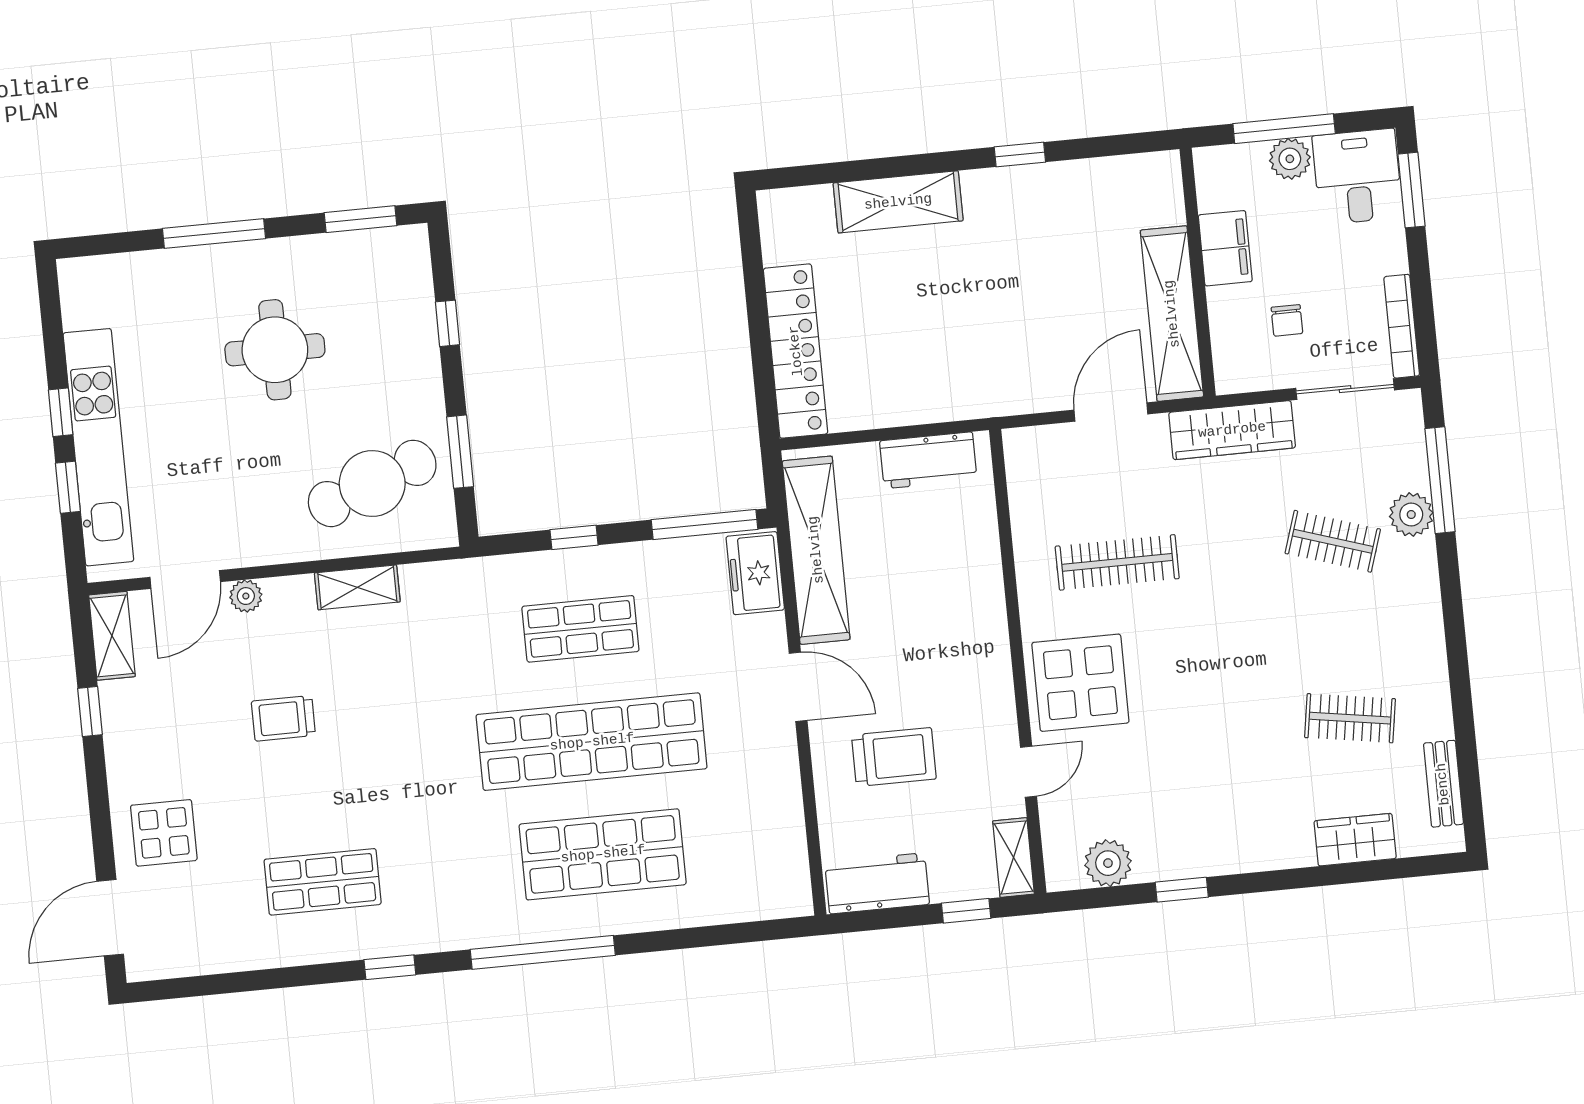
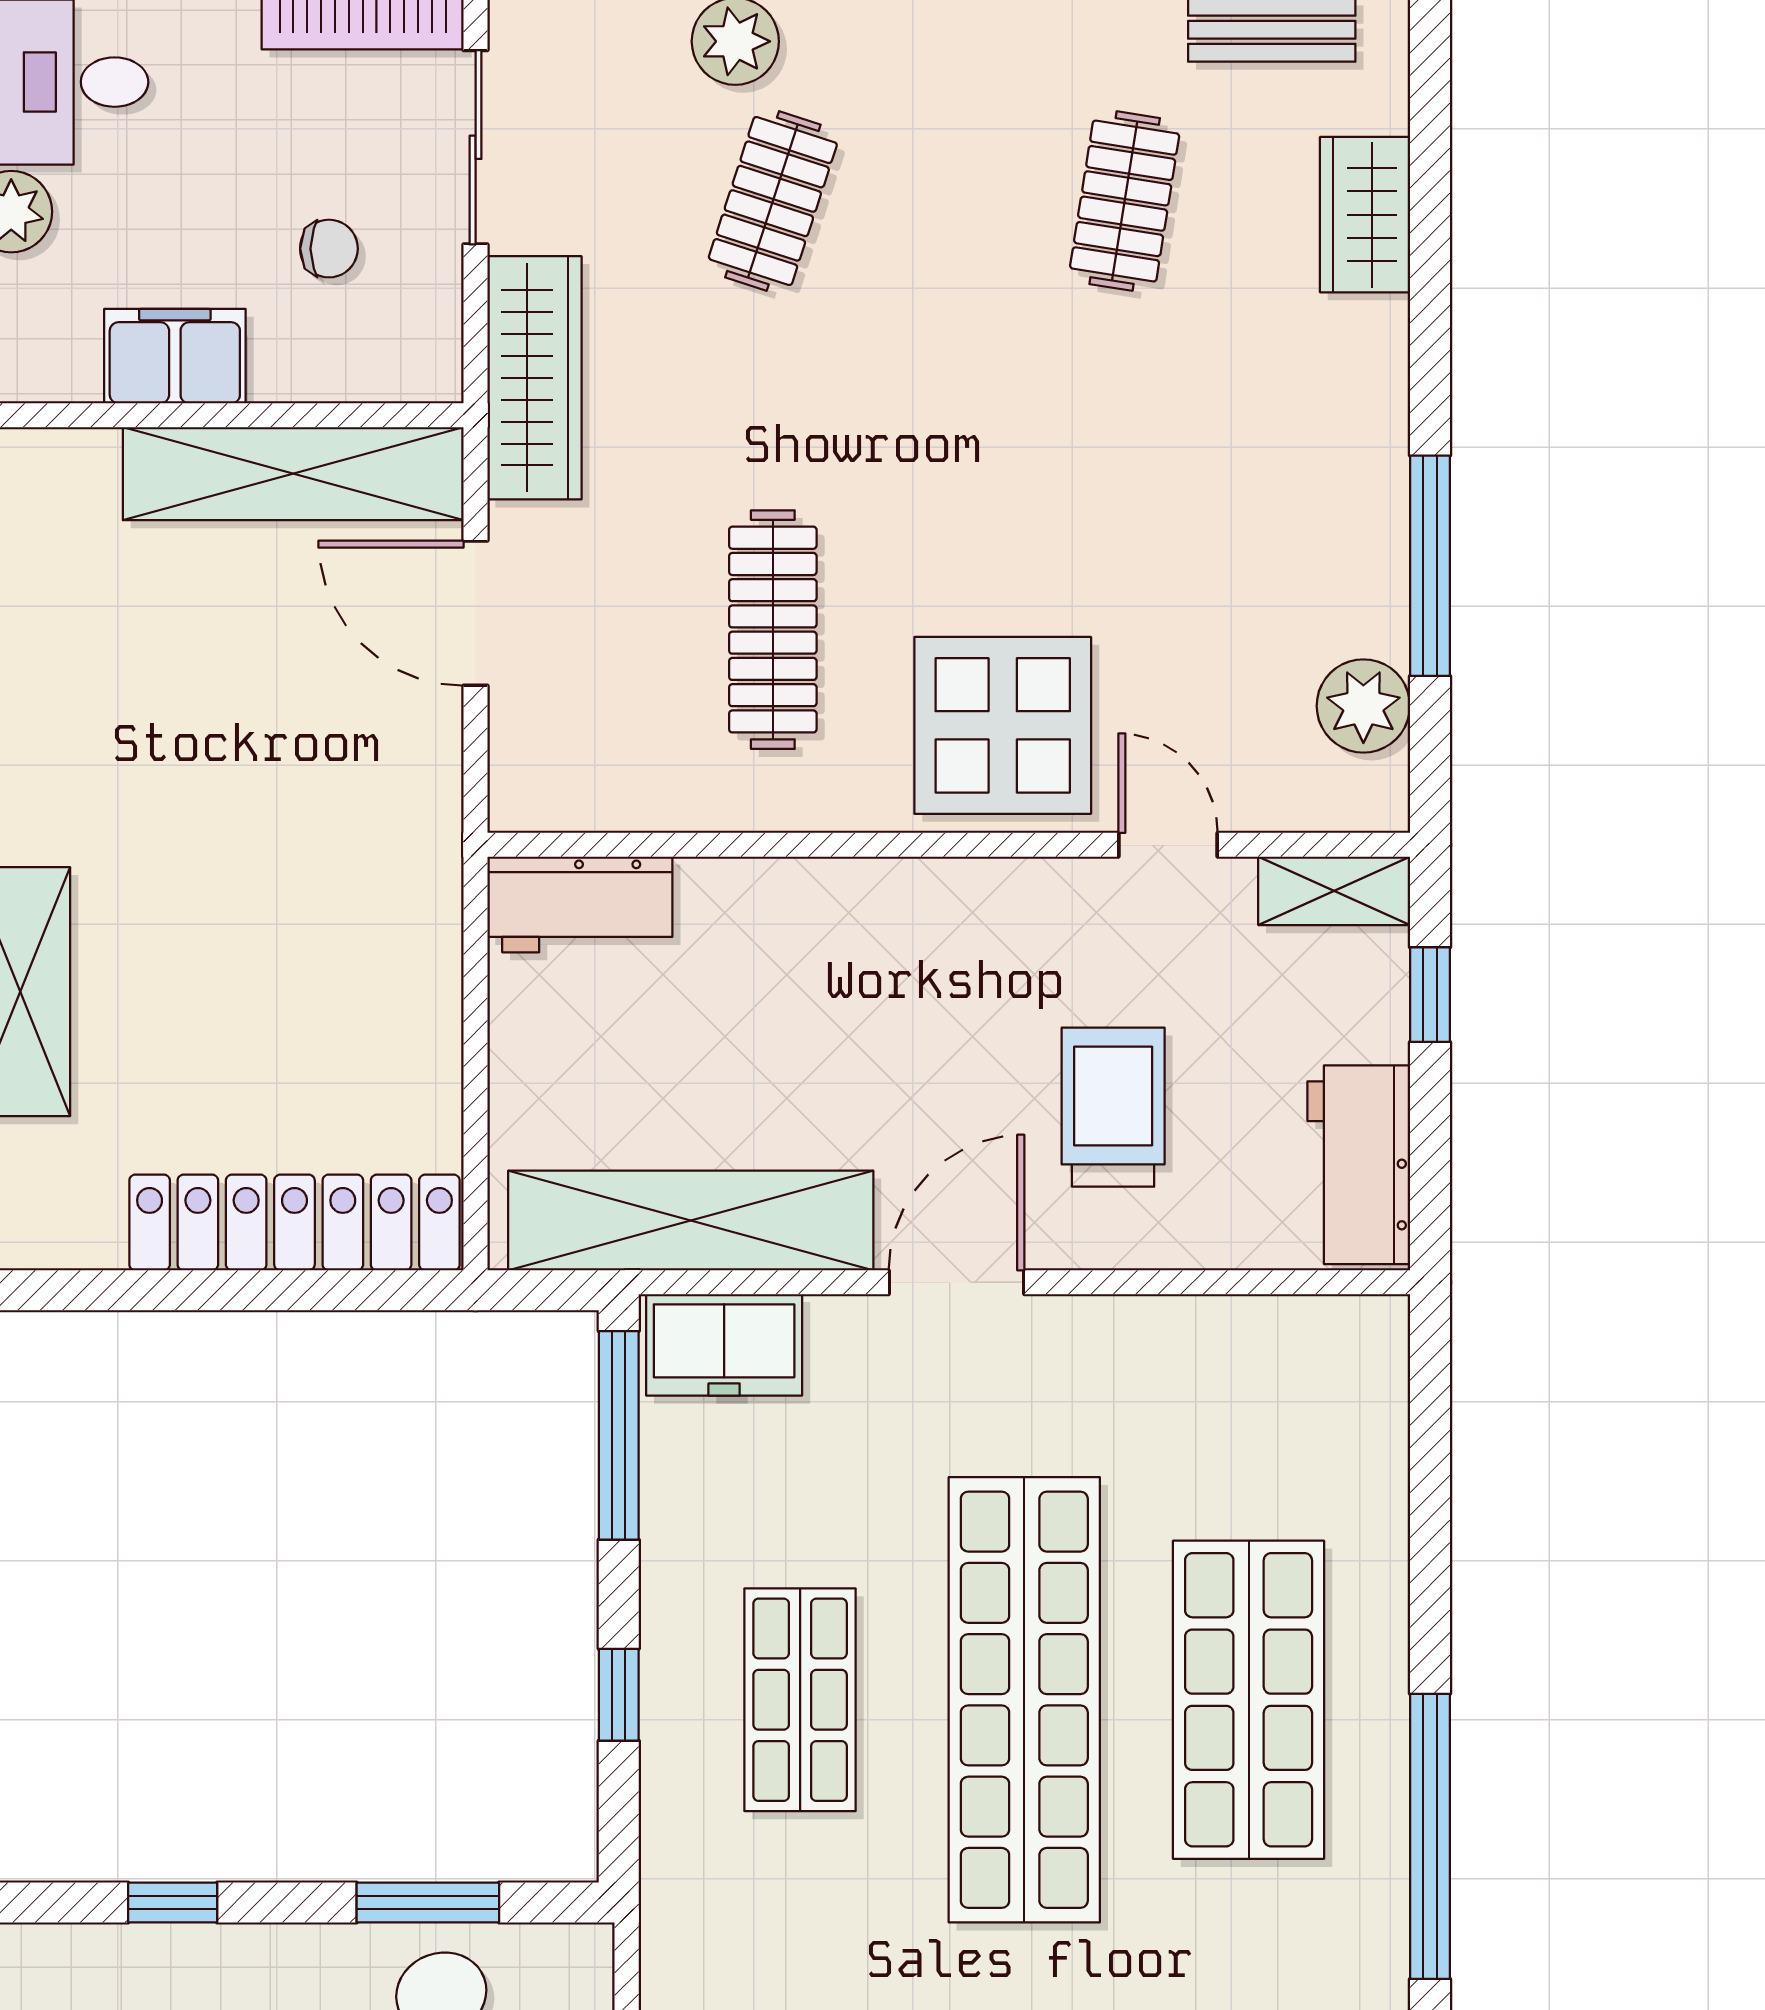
workbench: (928, 460) -> (580, 904), moved, turned 90
window: (1182, 890) -> (1430, 566), width x2.17

